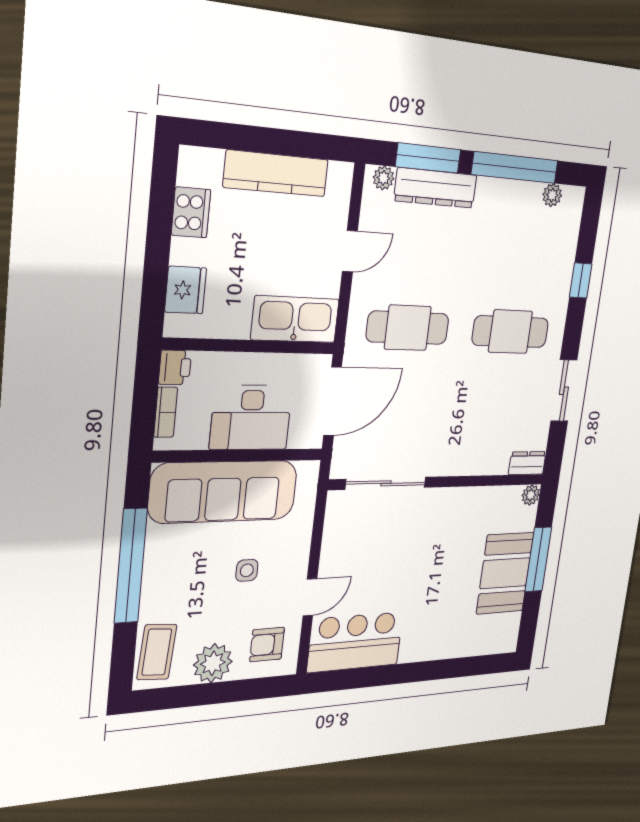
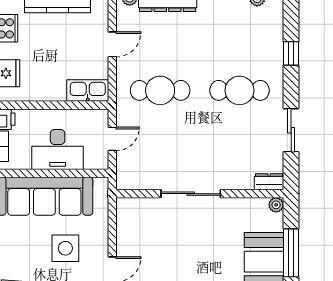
kitchen sink: (295, 319) -> (88, 90), width x0.73, depth x0.81
door: (333, 401) -> (112, 139), width x0.53
sliding door: (386, 483) -> (191, 194), moved
side table: (247, 570) -> (65, 248), width x1.87, depth x1.87

